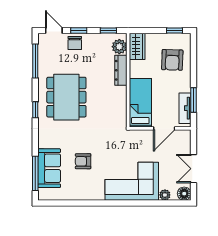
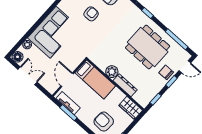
plant: (119, 47) -> (112, 72), moved
dining table: (66, 97) -> (148, 47), moved

